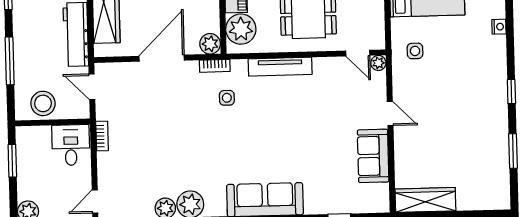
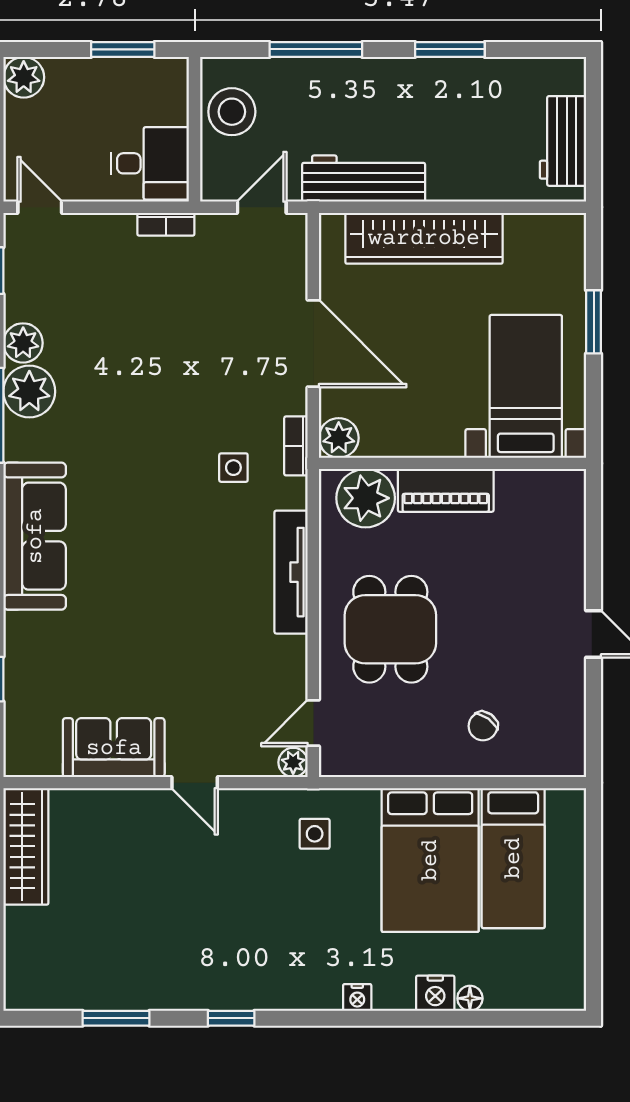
door: (390, 114) -> (195, 783), hinge flipped

